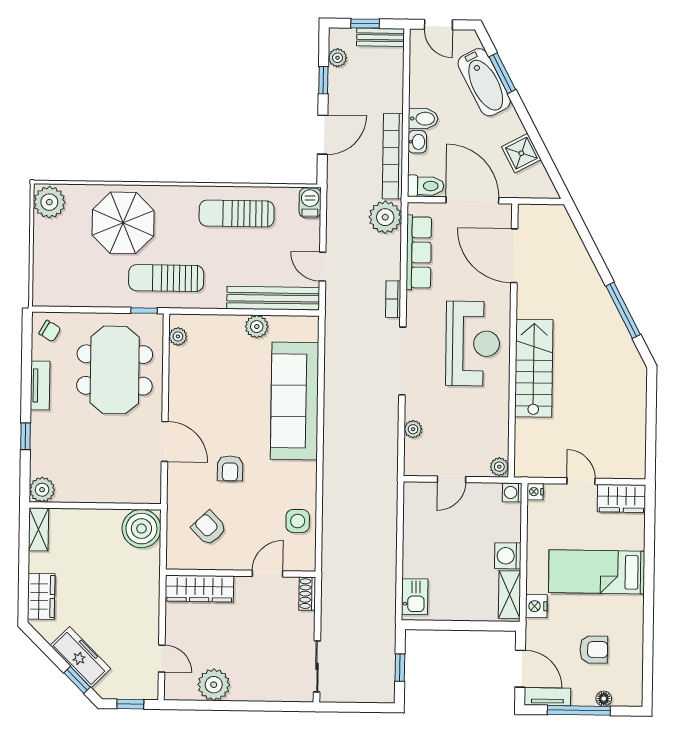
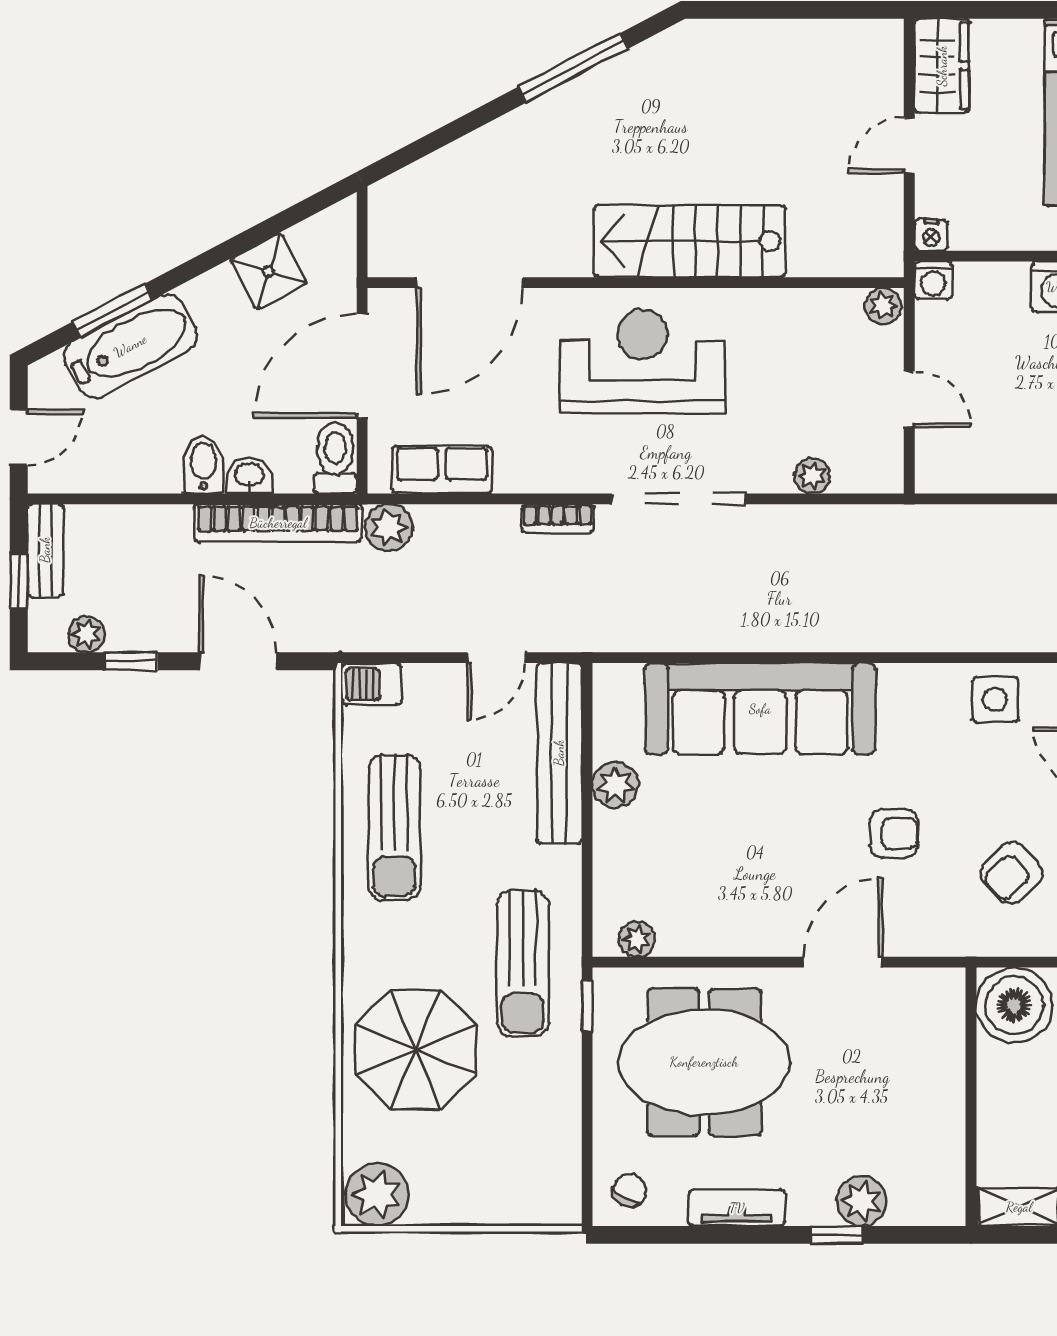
plant: (385, 217) -> (389, 528), width x0.73, depth x0.73
row of seats: (419, 252) -> (442, 470), width x0.68
plant: (42, 490) -> (861, 1201), moved

